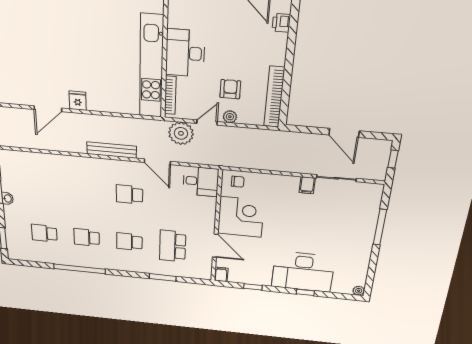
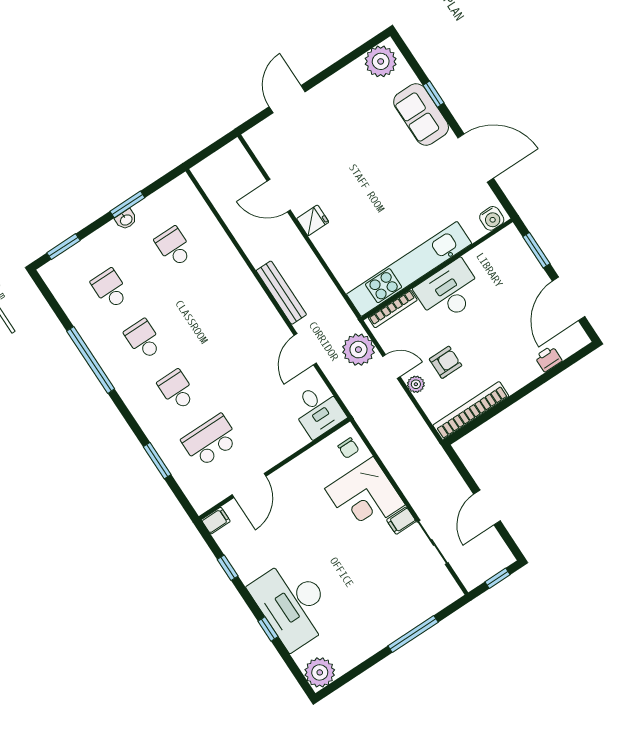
school desk: (130, 194) -> (174, 247), moved
corner desk: (241, 217) -> (365, 497), moved, turned 90
plant: (359, 291) -> (320, 672), width x1.88, depth x1.88

